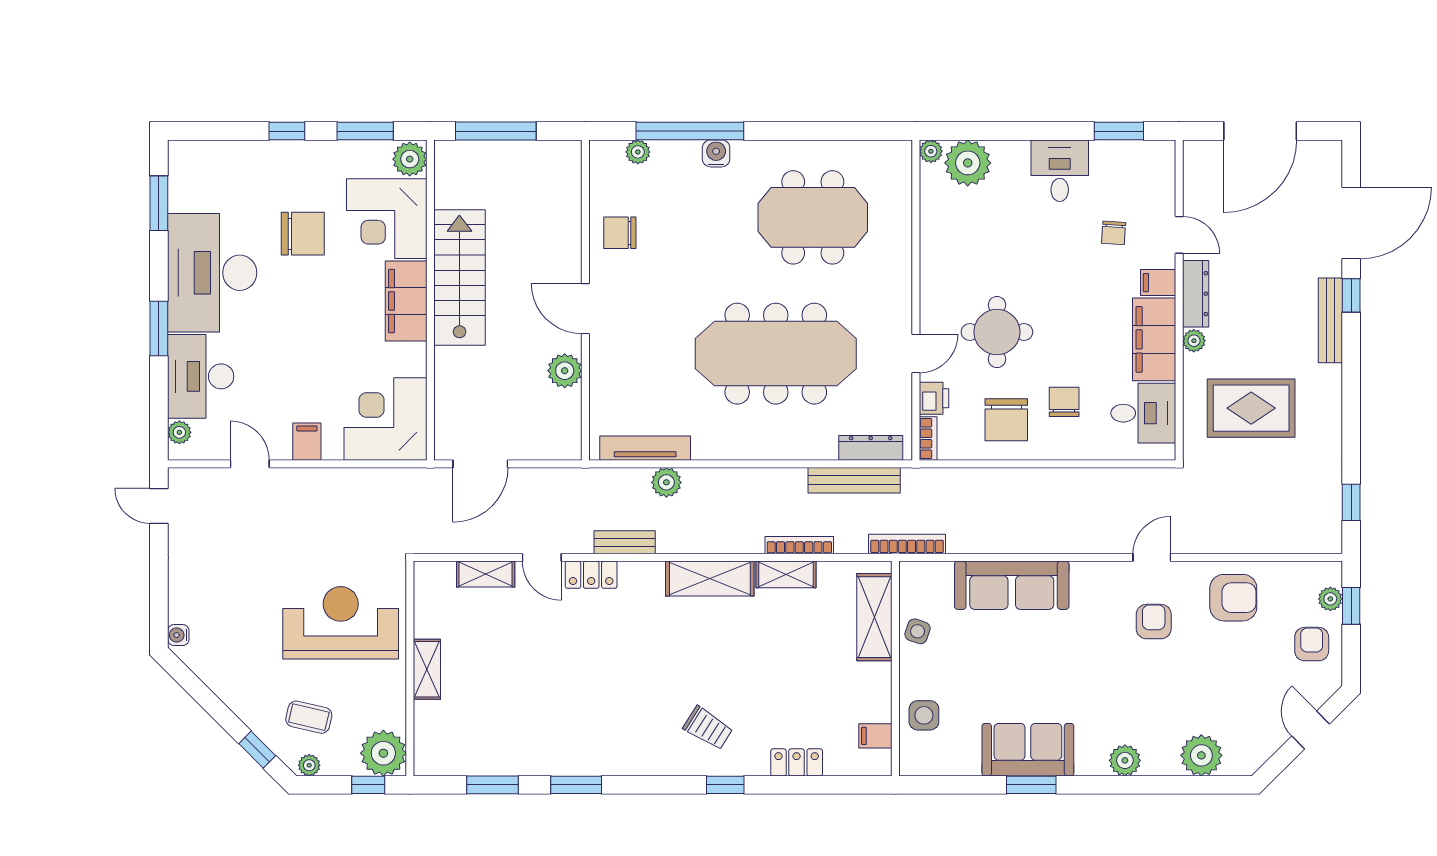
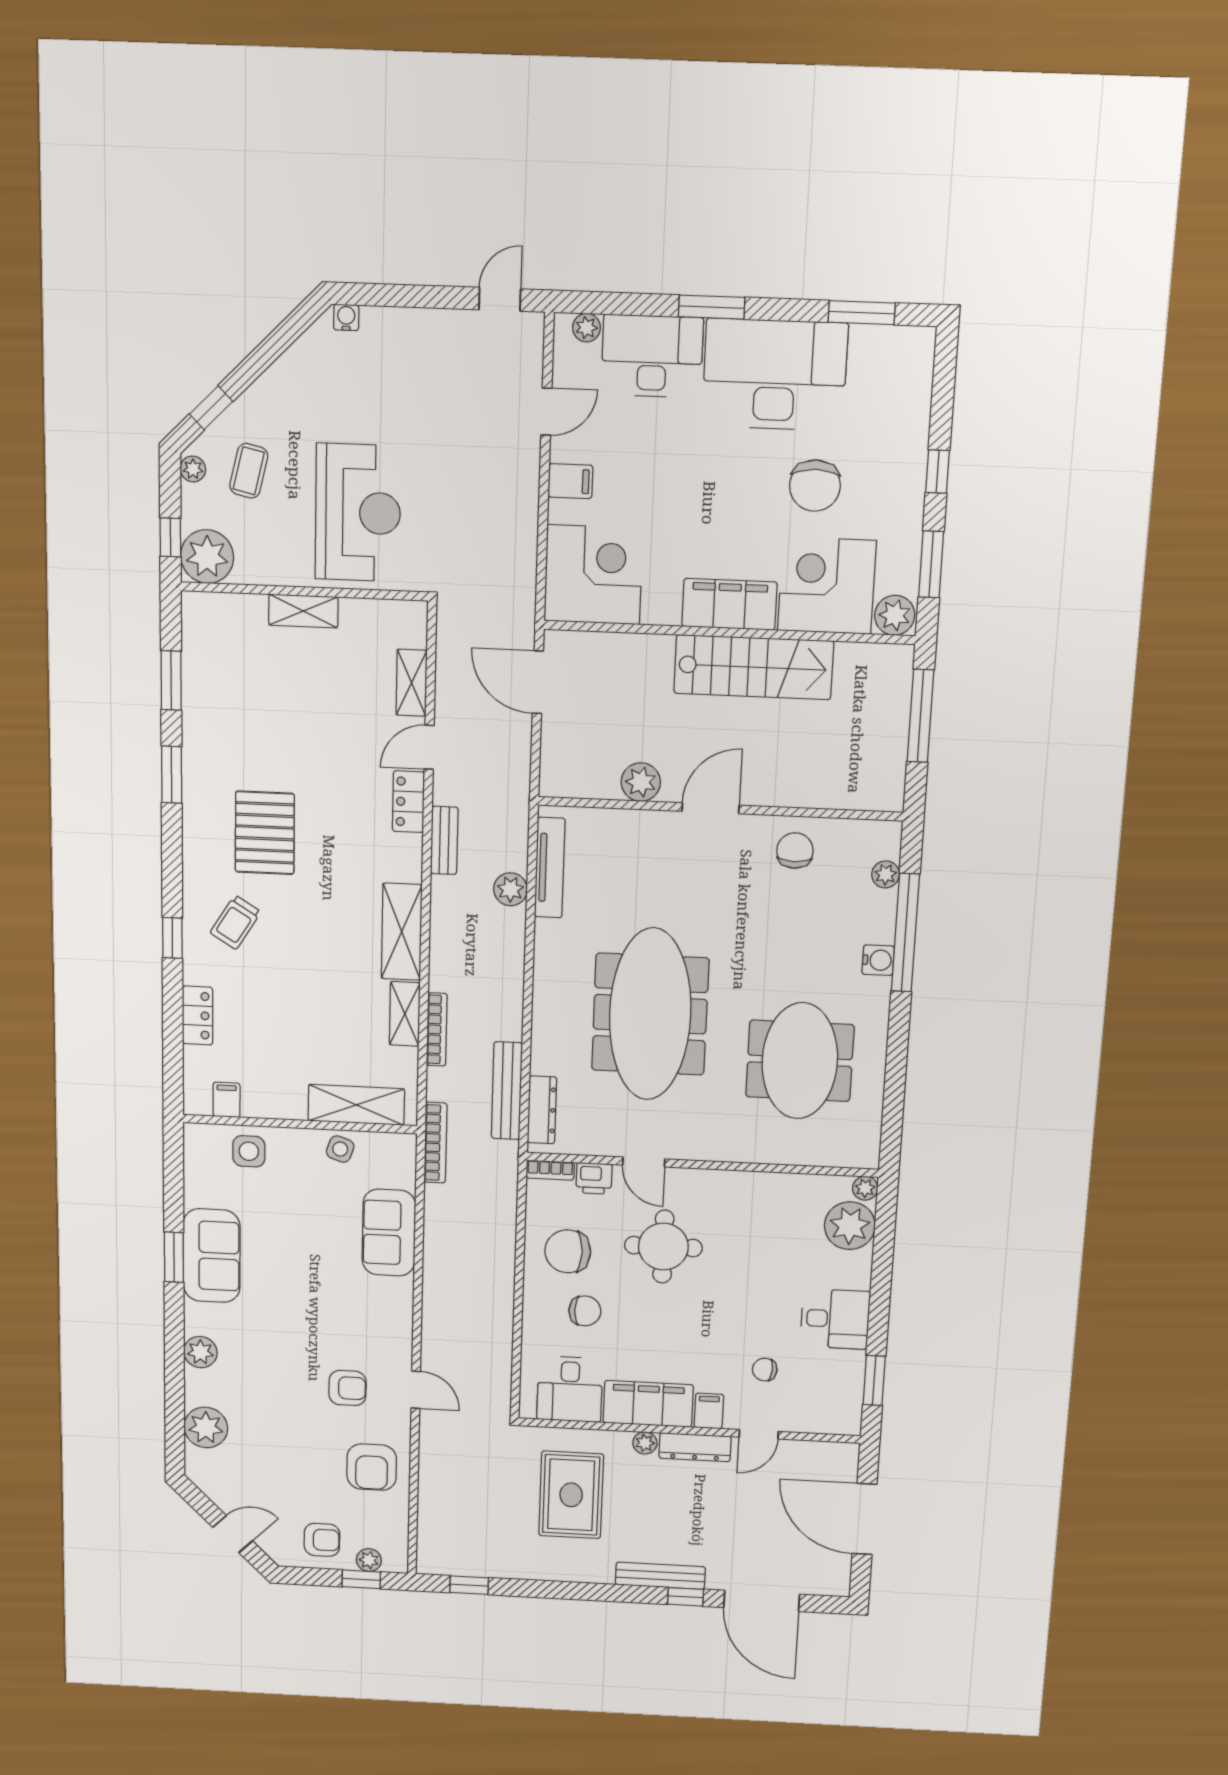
sofa: (1012, 585) -> (389, 1233), width x0.73
pallet: (625, 702) -> (265, 833), added

